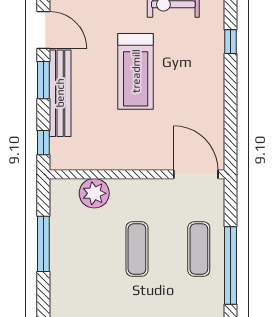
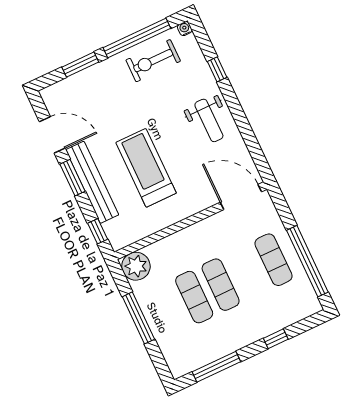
treadmill: (136, 71) -> (146, 168), moved, turned 180
weight bench: (200, 87) -> (209, 120), added
plant: (94, 193) -> (136, 266), moved
exercise mat: (106, 249) -> (194, 297), added

